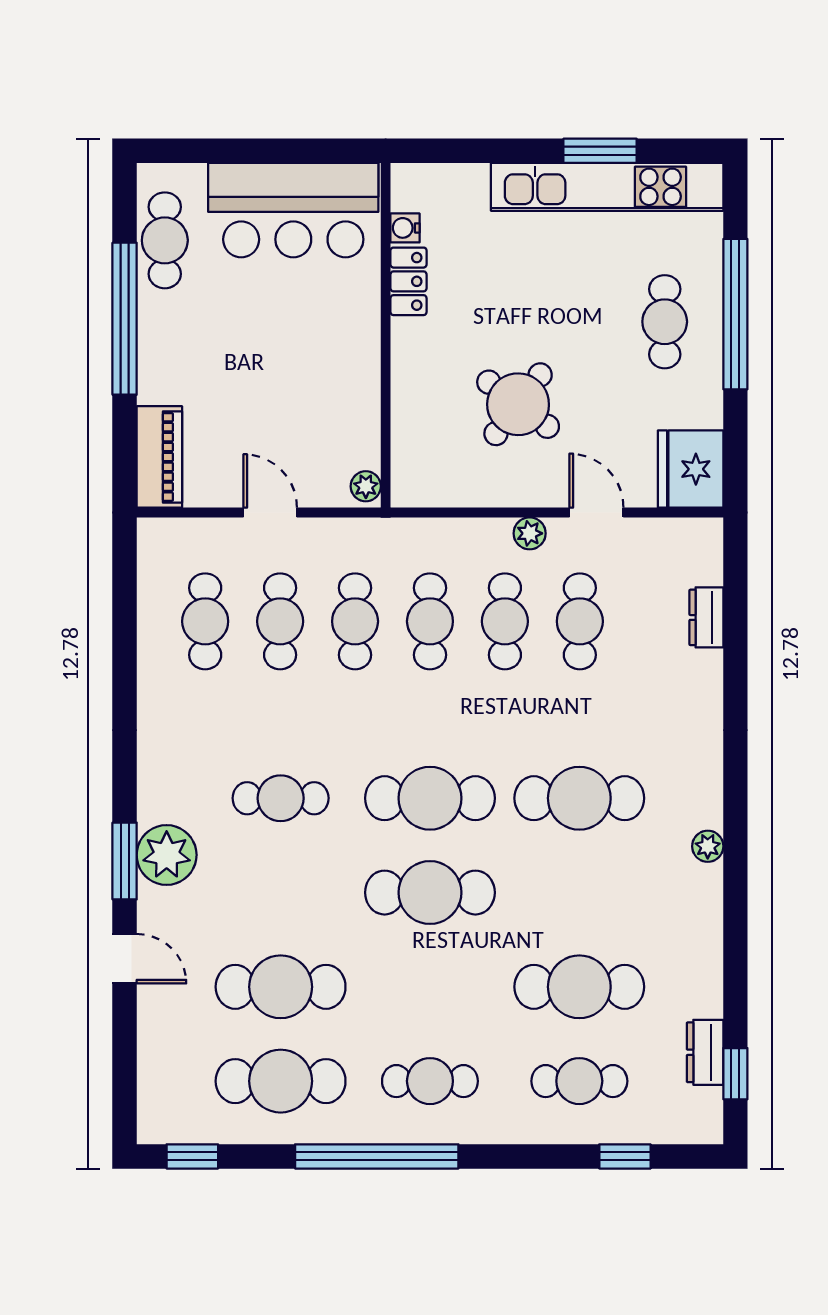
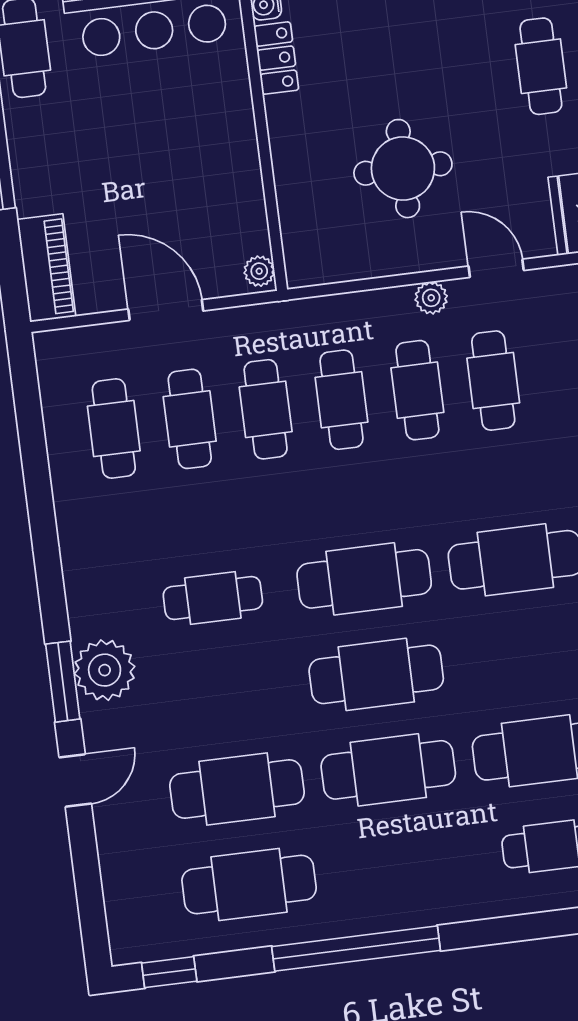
round table: (518, 404) -> (403, 169), turned -37
door: (270, 513) -> (166, 310), width x1.38
door: (125, 959) -> (75, 781), hinge flipped
cafe table: (430, 1081) -> (388, 770), moved, width x1.37, depth x1.35

